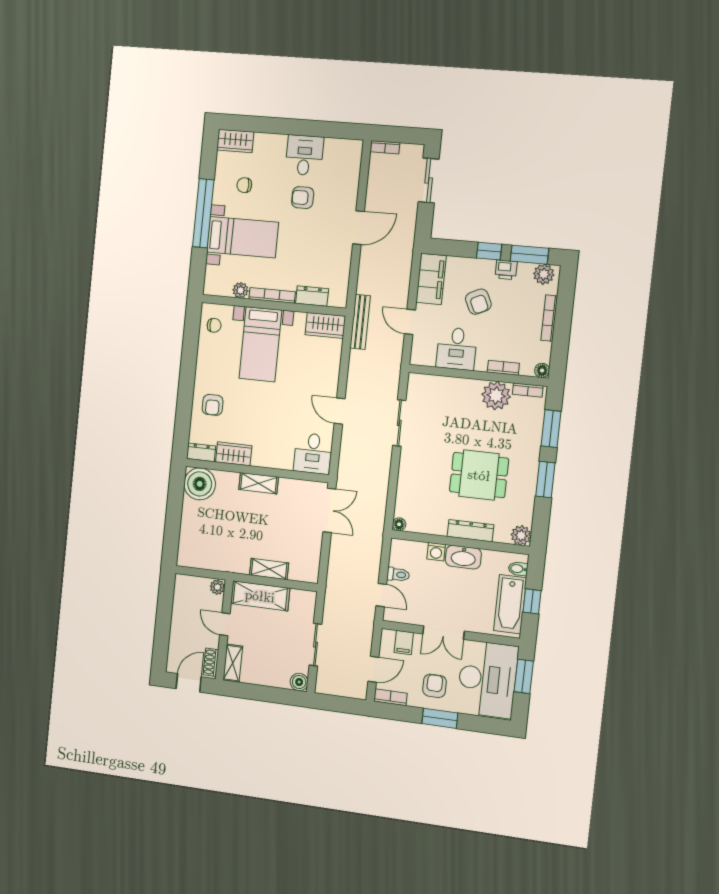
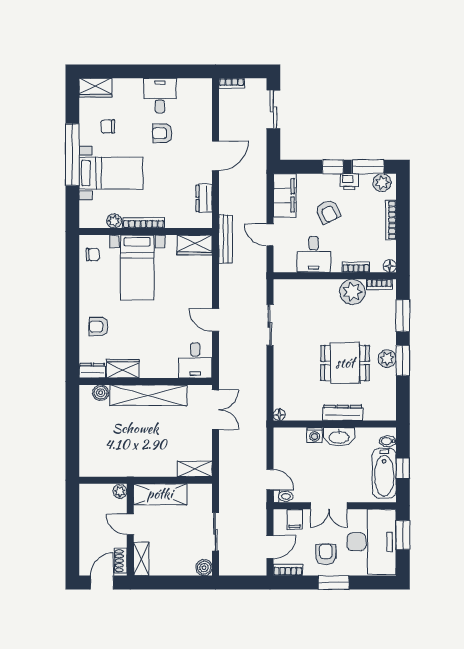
dresser: (312, 296) -> (204, 198), moved, turned -90
armchair: (213, 405) -> (99, 327), turned 90
shelving: (259, 483) -> (148, 395), width x2.20, depth x1.33
boiler: (200, 484) -> (101, 393), width x0.54, depth x0.54
plant: (521, 535) -> (387, 359), moved
shelving: (269, 569) -> (195, 469), moved
toilet: (398, 575) -> (283, 496), moved

